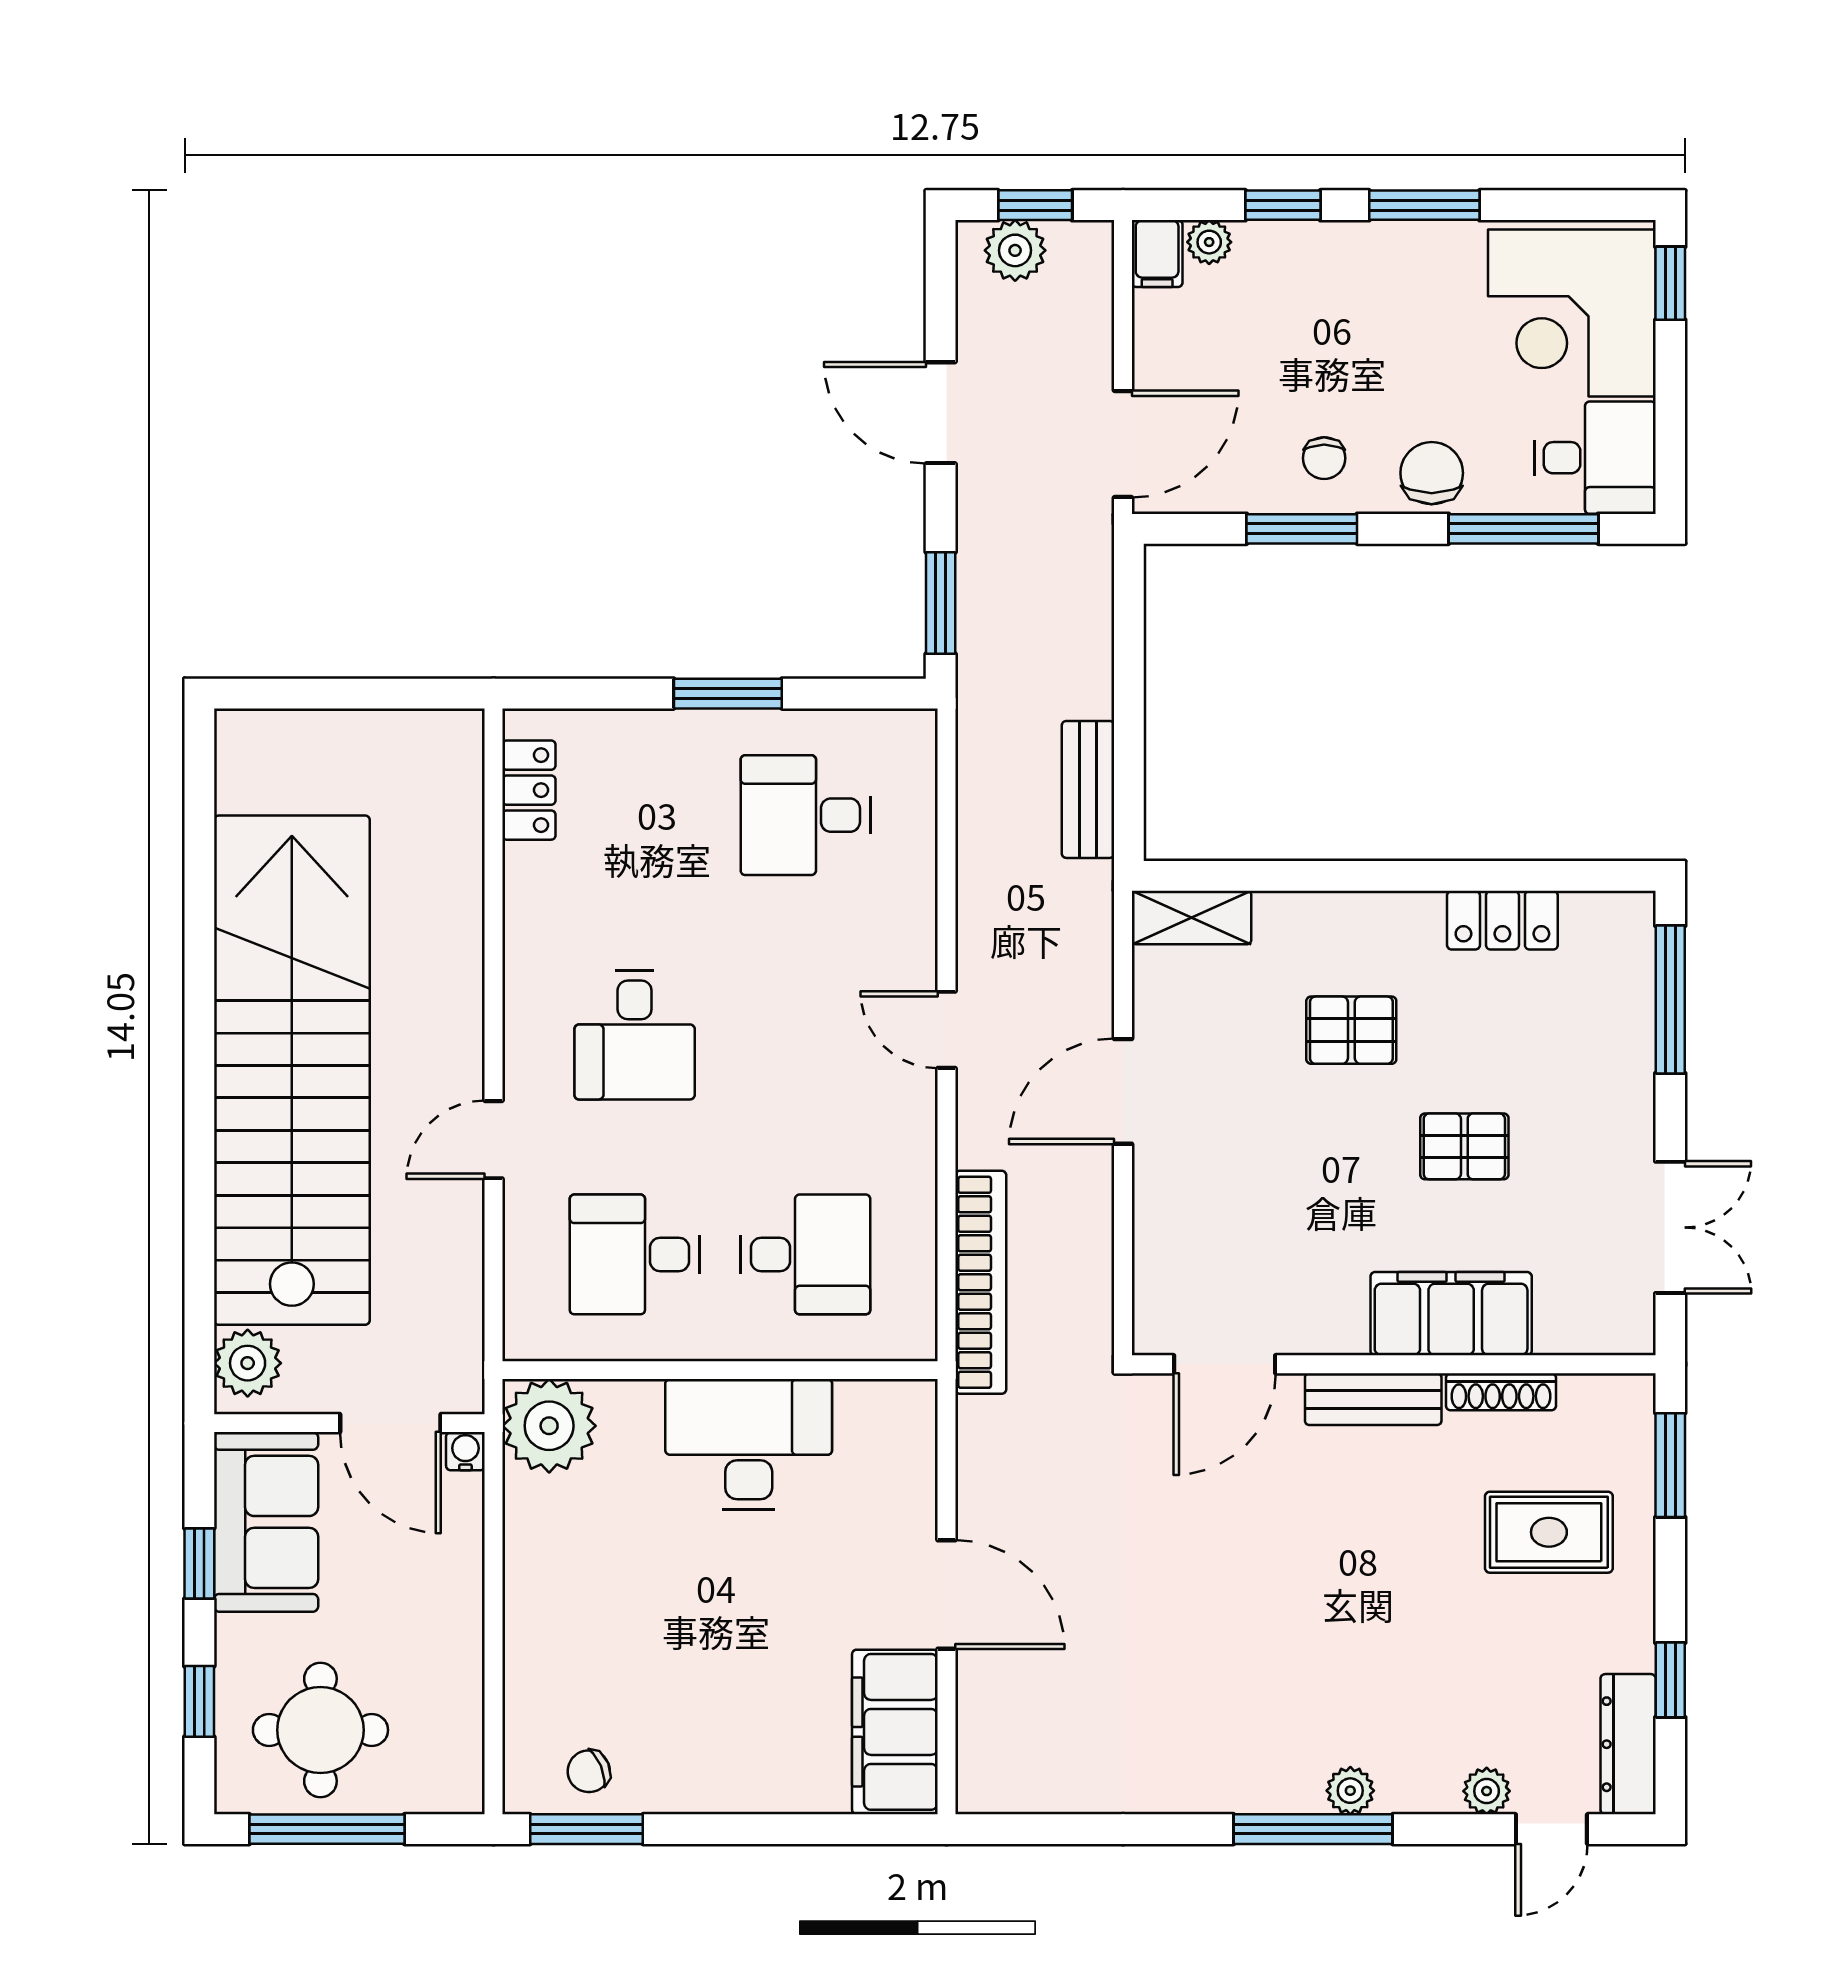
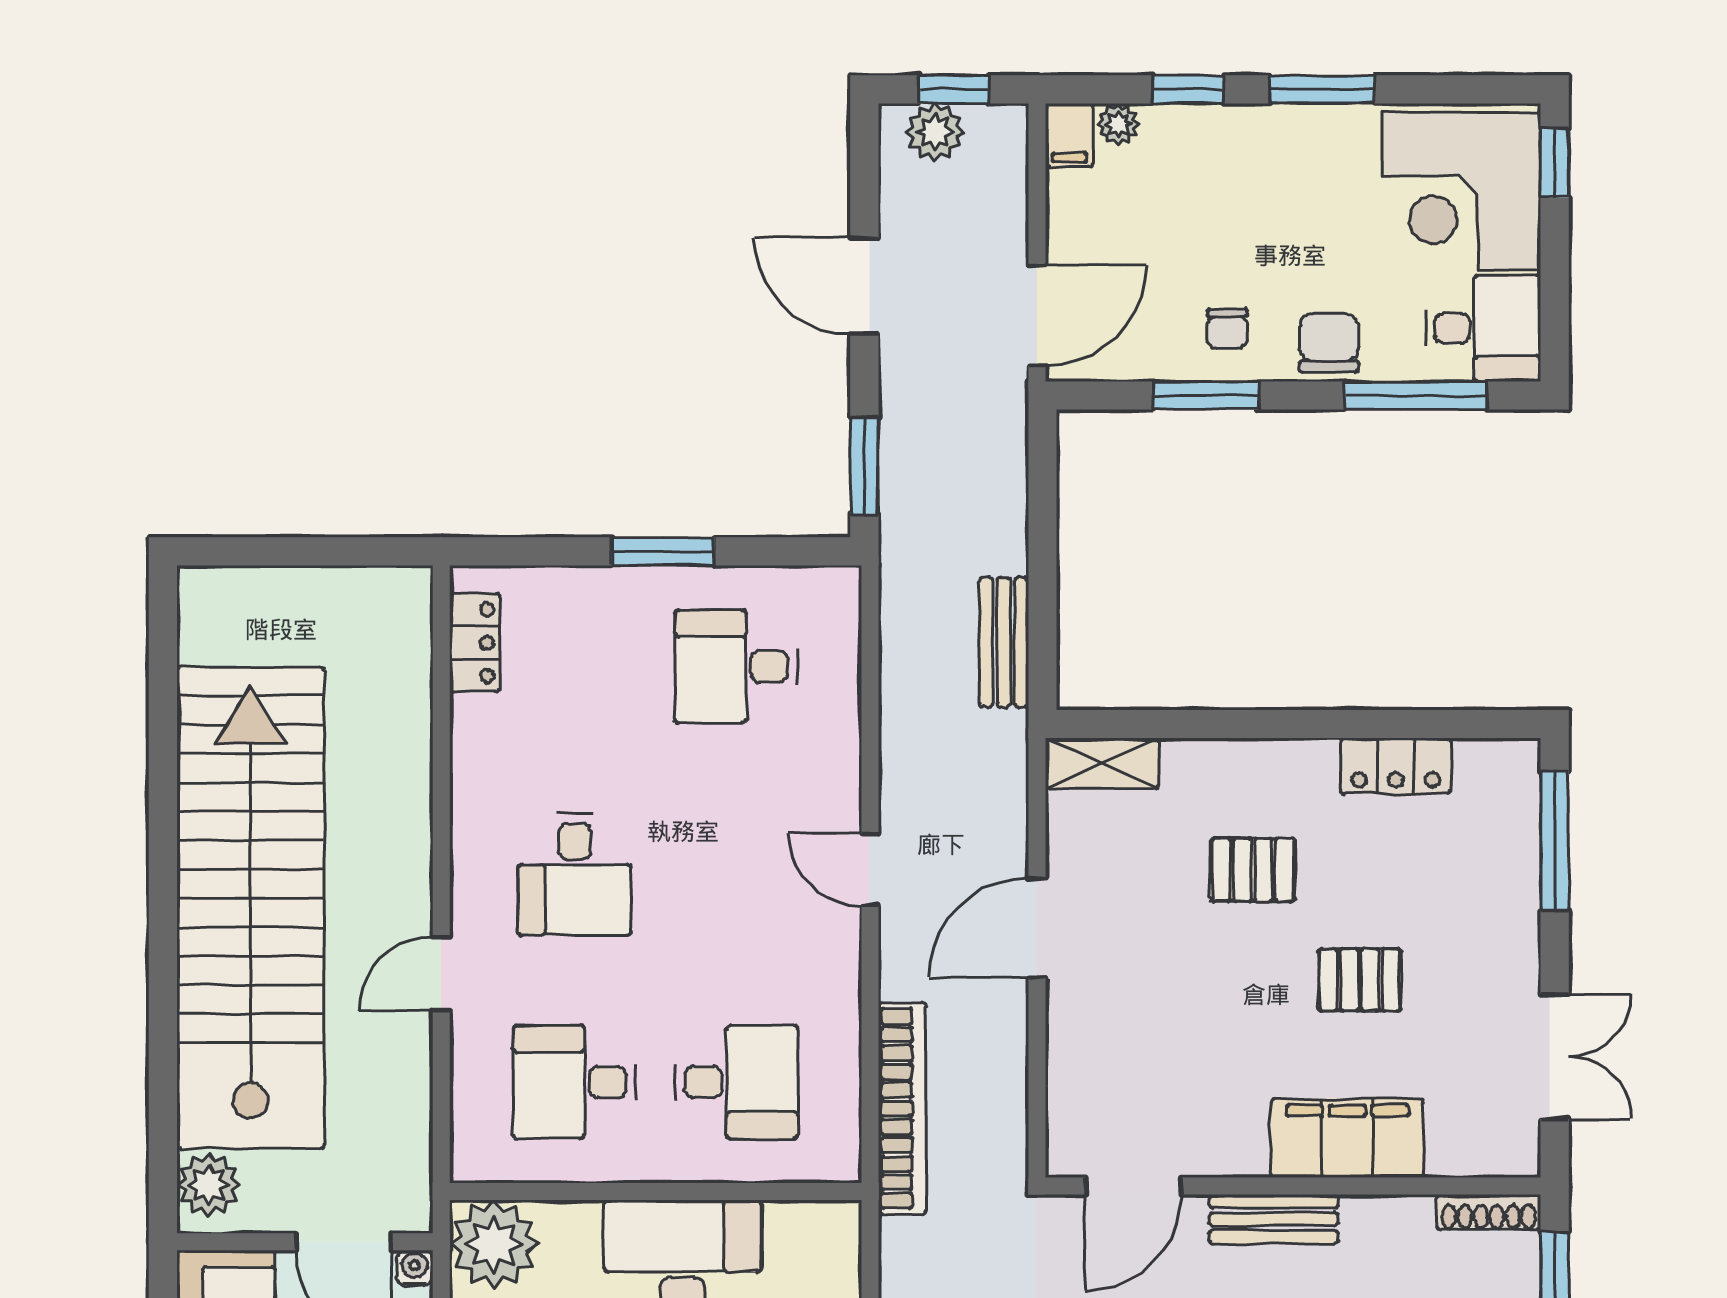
shoe rack: (1501, 1392) -> (1489, 1212), moved

